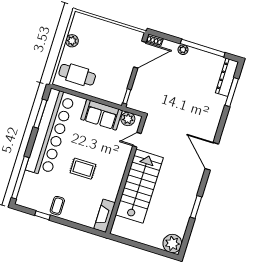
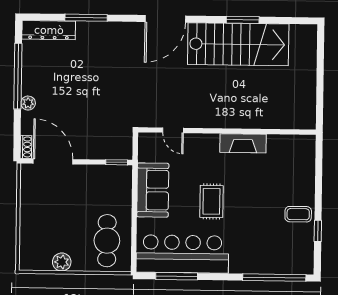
window: (232, 92) -> (86, 18), moved
plant: (128, 119) -> (148, 151), removed
bar counter: (50, 133) -> (182, 254), width x0.73
rug: (83, 169) -> (211, 201), moved
stairs: (139, 186) -> (238, 44), moved, turned 180
fireplace: (105, 216) -> (243, 143), moved
plant: (172, 244) -> (304, 38), removed

